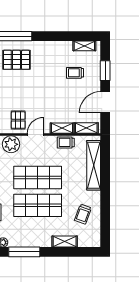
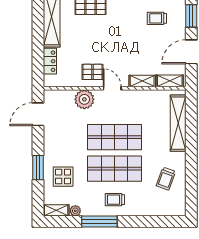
pallet: (18, 120) -> (92, 72), turned 90
door: (35, 135) -> (112, 88), hinge flipped
trolley: (66, 142) -> (115, 200), moved
shelving: (65, 242) -> (145, 210), removed

